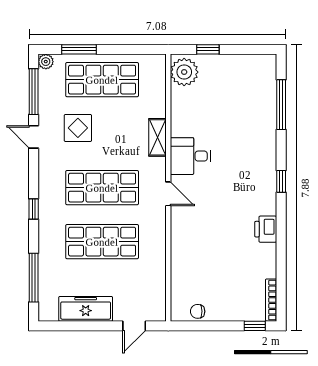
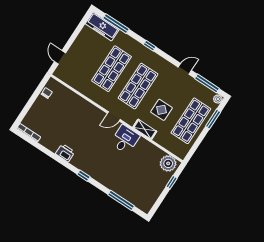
display table: (78, 128) -> (161, 110), moved
freezer: (86, 309) -> (102, 27), moved, turned 90
window: (255, 326) -> (21, 116), removed

